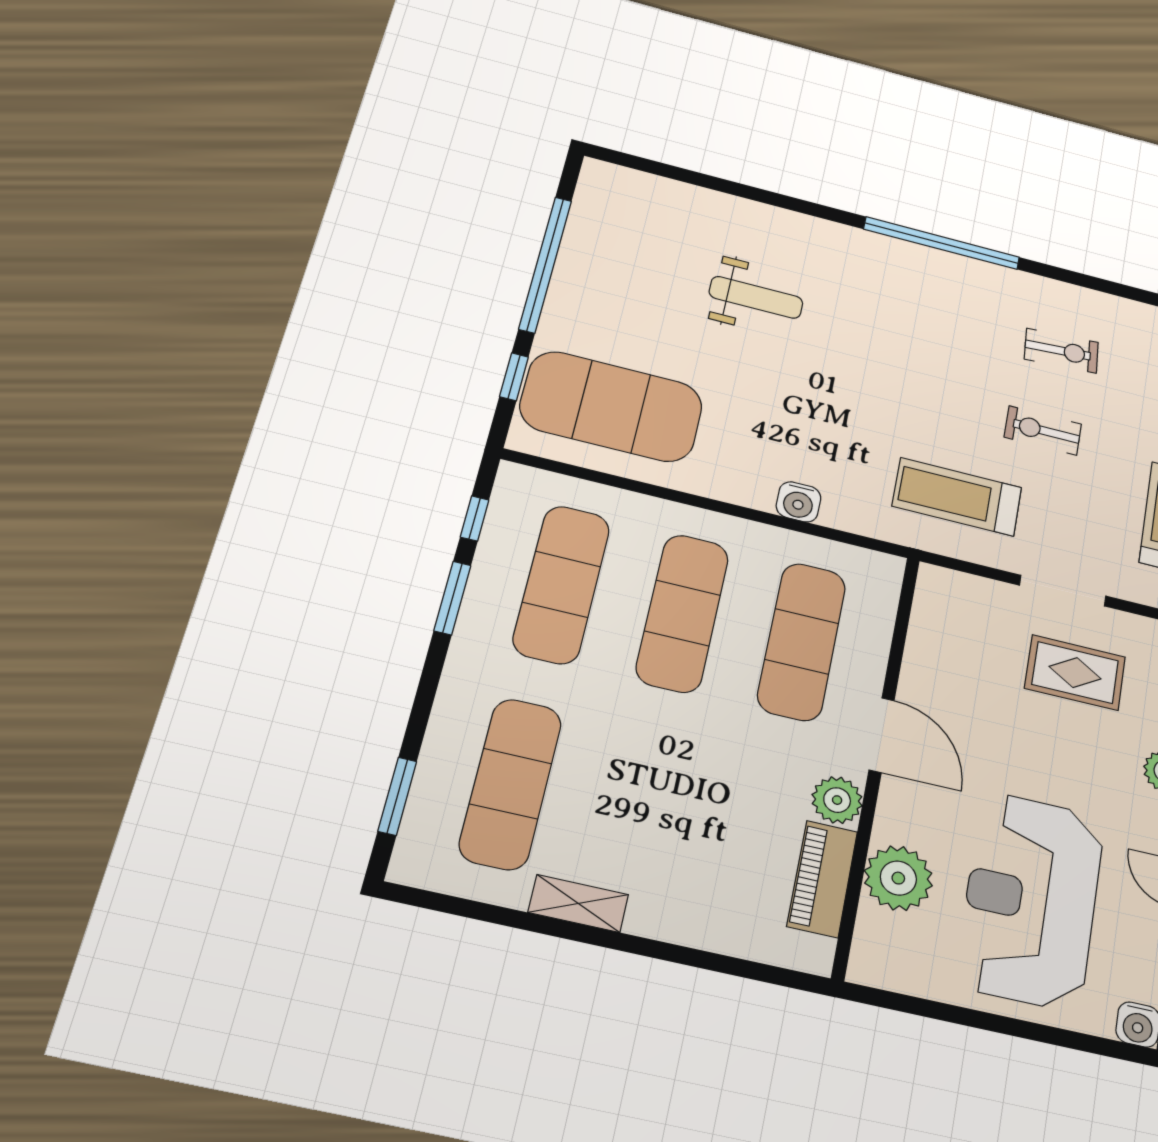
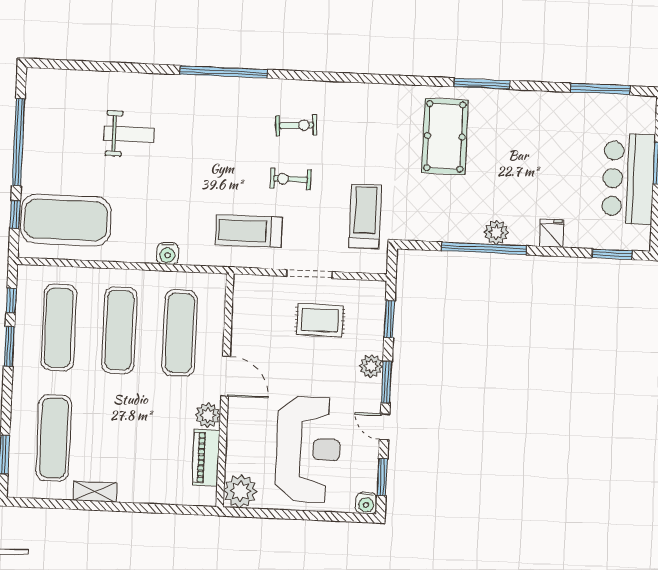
plant: (898, 878) -> (240, 491), moved
reception desk: (1031, 900) -> (308, 449), turned 180

